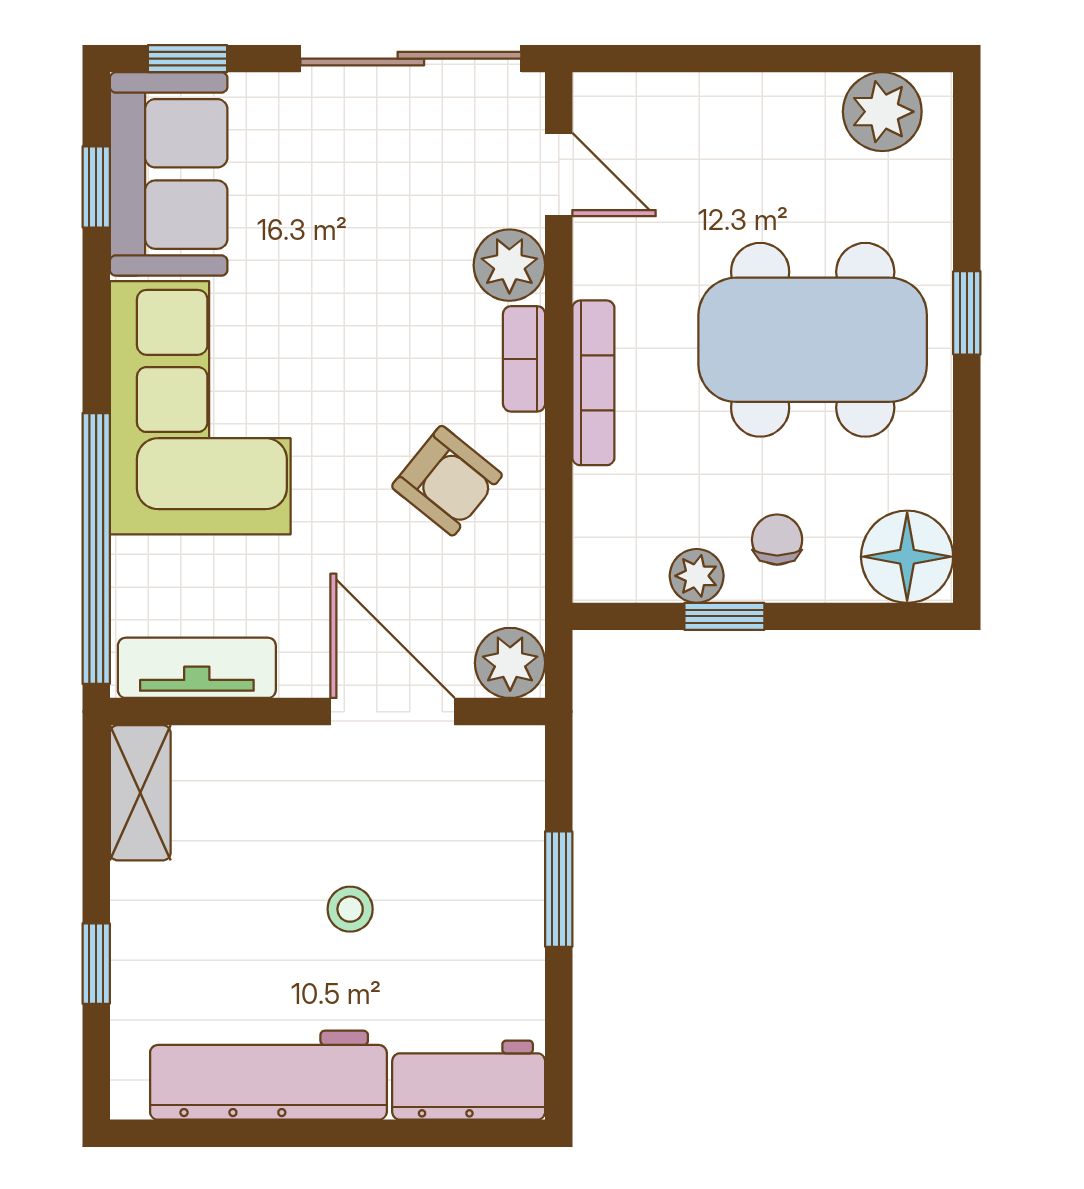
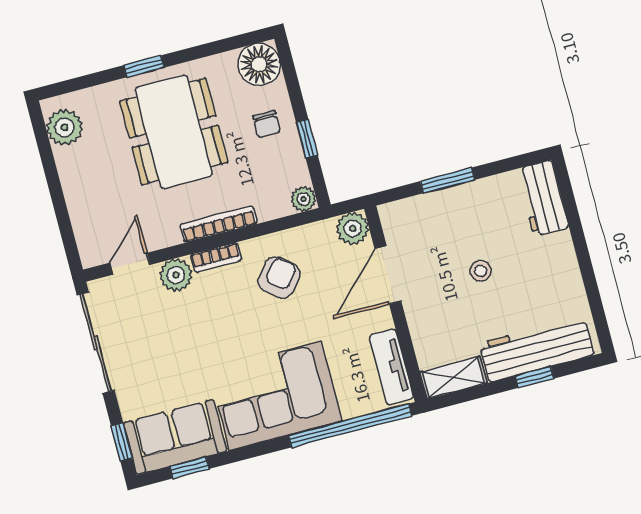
chair: (777, 540) -> (267, 124), turned -90
plant: (697, 576) -> (304, 199), moved
workbench: (268, 1075) -> (537, 349), moved, turned 90

